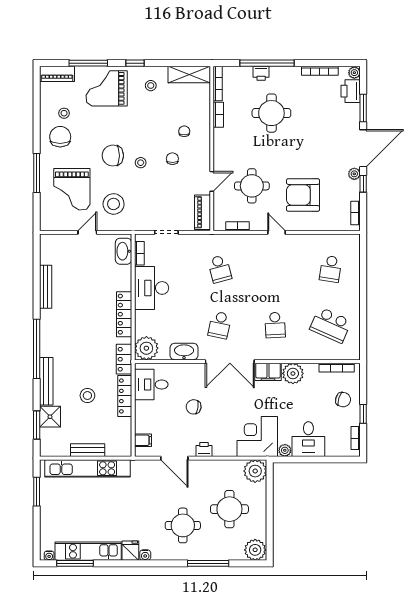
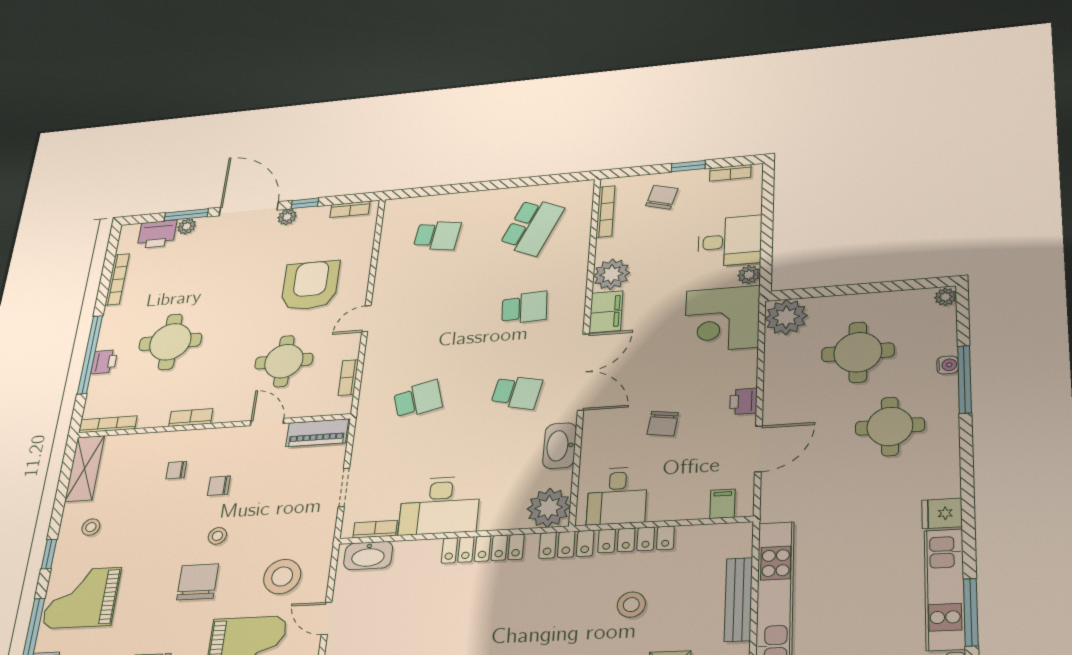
plant: (354, 73) -> (187, 226), moved
grand piano: (107, 88) -> (82, 598), turned 90
bookcase: (218, 115) -> (191, 418), moved
chair: (113, 156) -> (198, 582), turned 180
armchair: (303, 195) -> (310, 285), turned 180
bench: (88, 450) -> (738, 599), width x1.36
plant: (255, 550) -> (945, 297), width x0.53, depth x0.53
water cooler: (145, 555) -> (948, 365), moved

